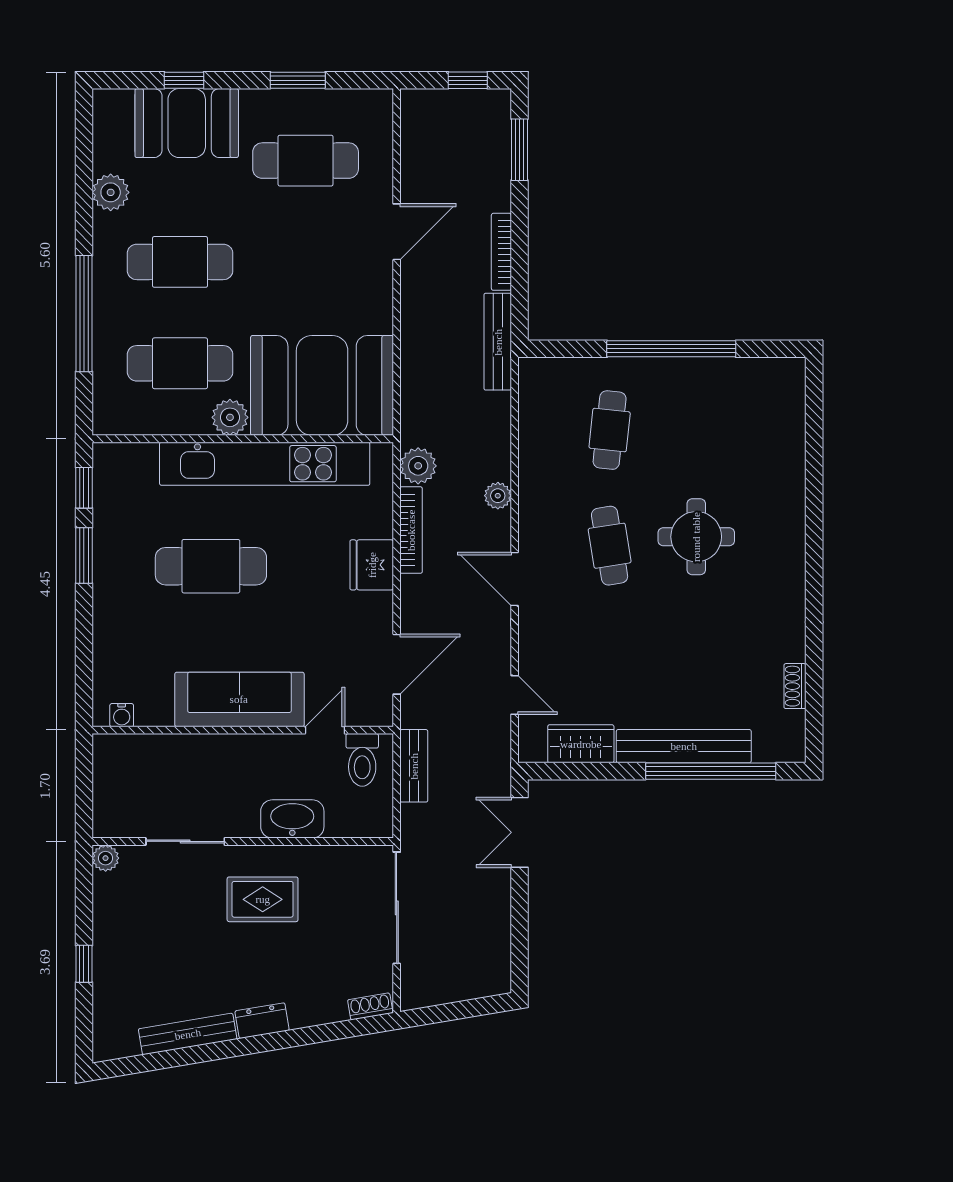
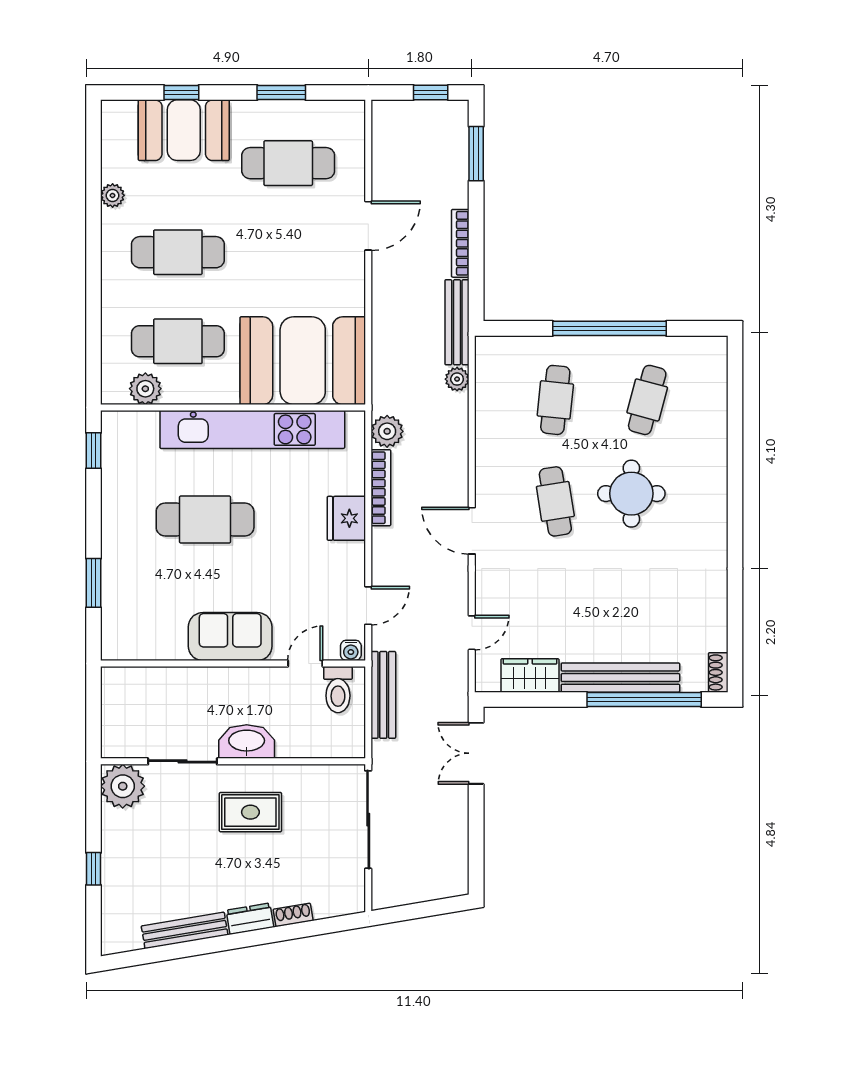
plant: (111, 192) -> (113, 195), width x0.73, depth x0.73
window: (84, 314) -> (94, 298), removed
plant: (230, 417) -> (145, 389), moved
cafe table: (714, 430) -> (647, 400), added
plant: (498, 496) -> (457, 379), moved
window: (84, 555) -> (94, 583), moved
door: (397, 664) -> (368, 606), width x0.73
shoe rack: (795, 686) -> (718, 672), moved
door: (515, 695) -> (472, 633), hinge flipped
sofa: (239, 699) -> (230, 637), width x0.73
water cooler: (122, 715) -> (351, 650), moved
bench: (414, 766) -> (383, 695), width x1.36
washbasin: (292, 819) -> (247, 742), moved
plant: (106, 858) -> (123, 786), width x1.88, depth x1.88
shoe rack: (370, 1006) -> (293, 915), moved

